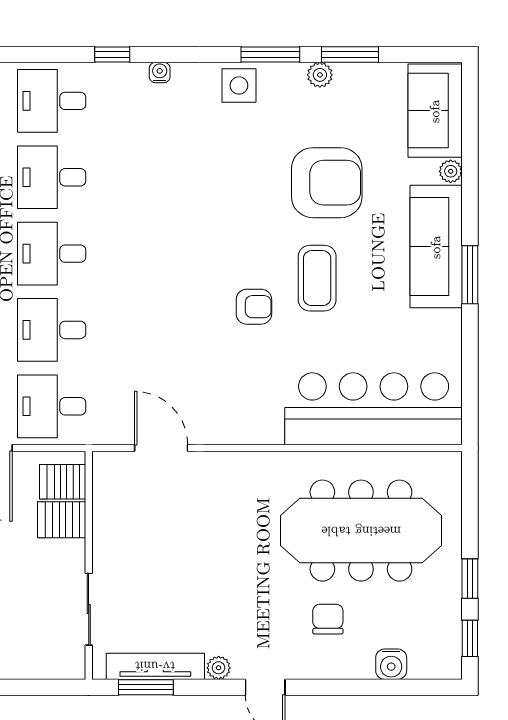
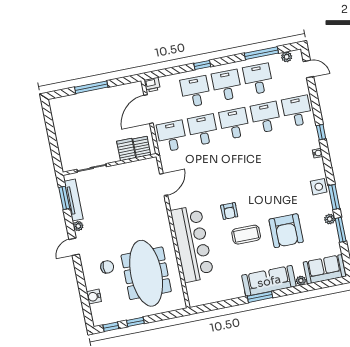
bar counter: (374, 409) -> (192, 244), moved

